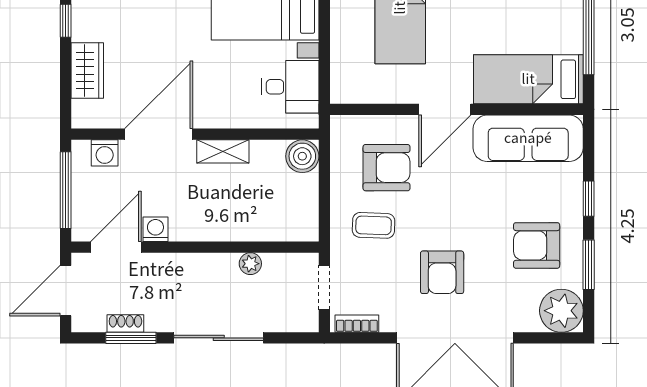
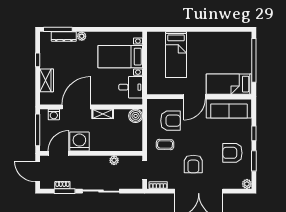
washing machine: (155, 229) -> (79, 142), width x1.89, depth x1.89
door: (66, 291) -> (38, 171), hinge flipped
plant: (561, 311) -> (247, 184), width x0.53, depth x0.53

